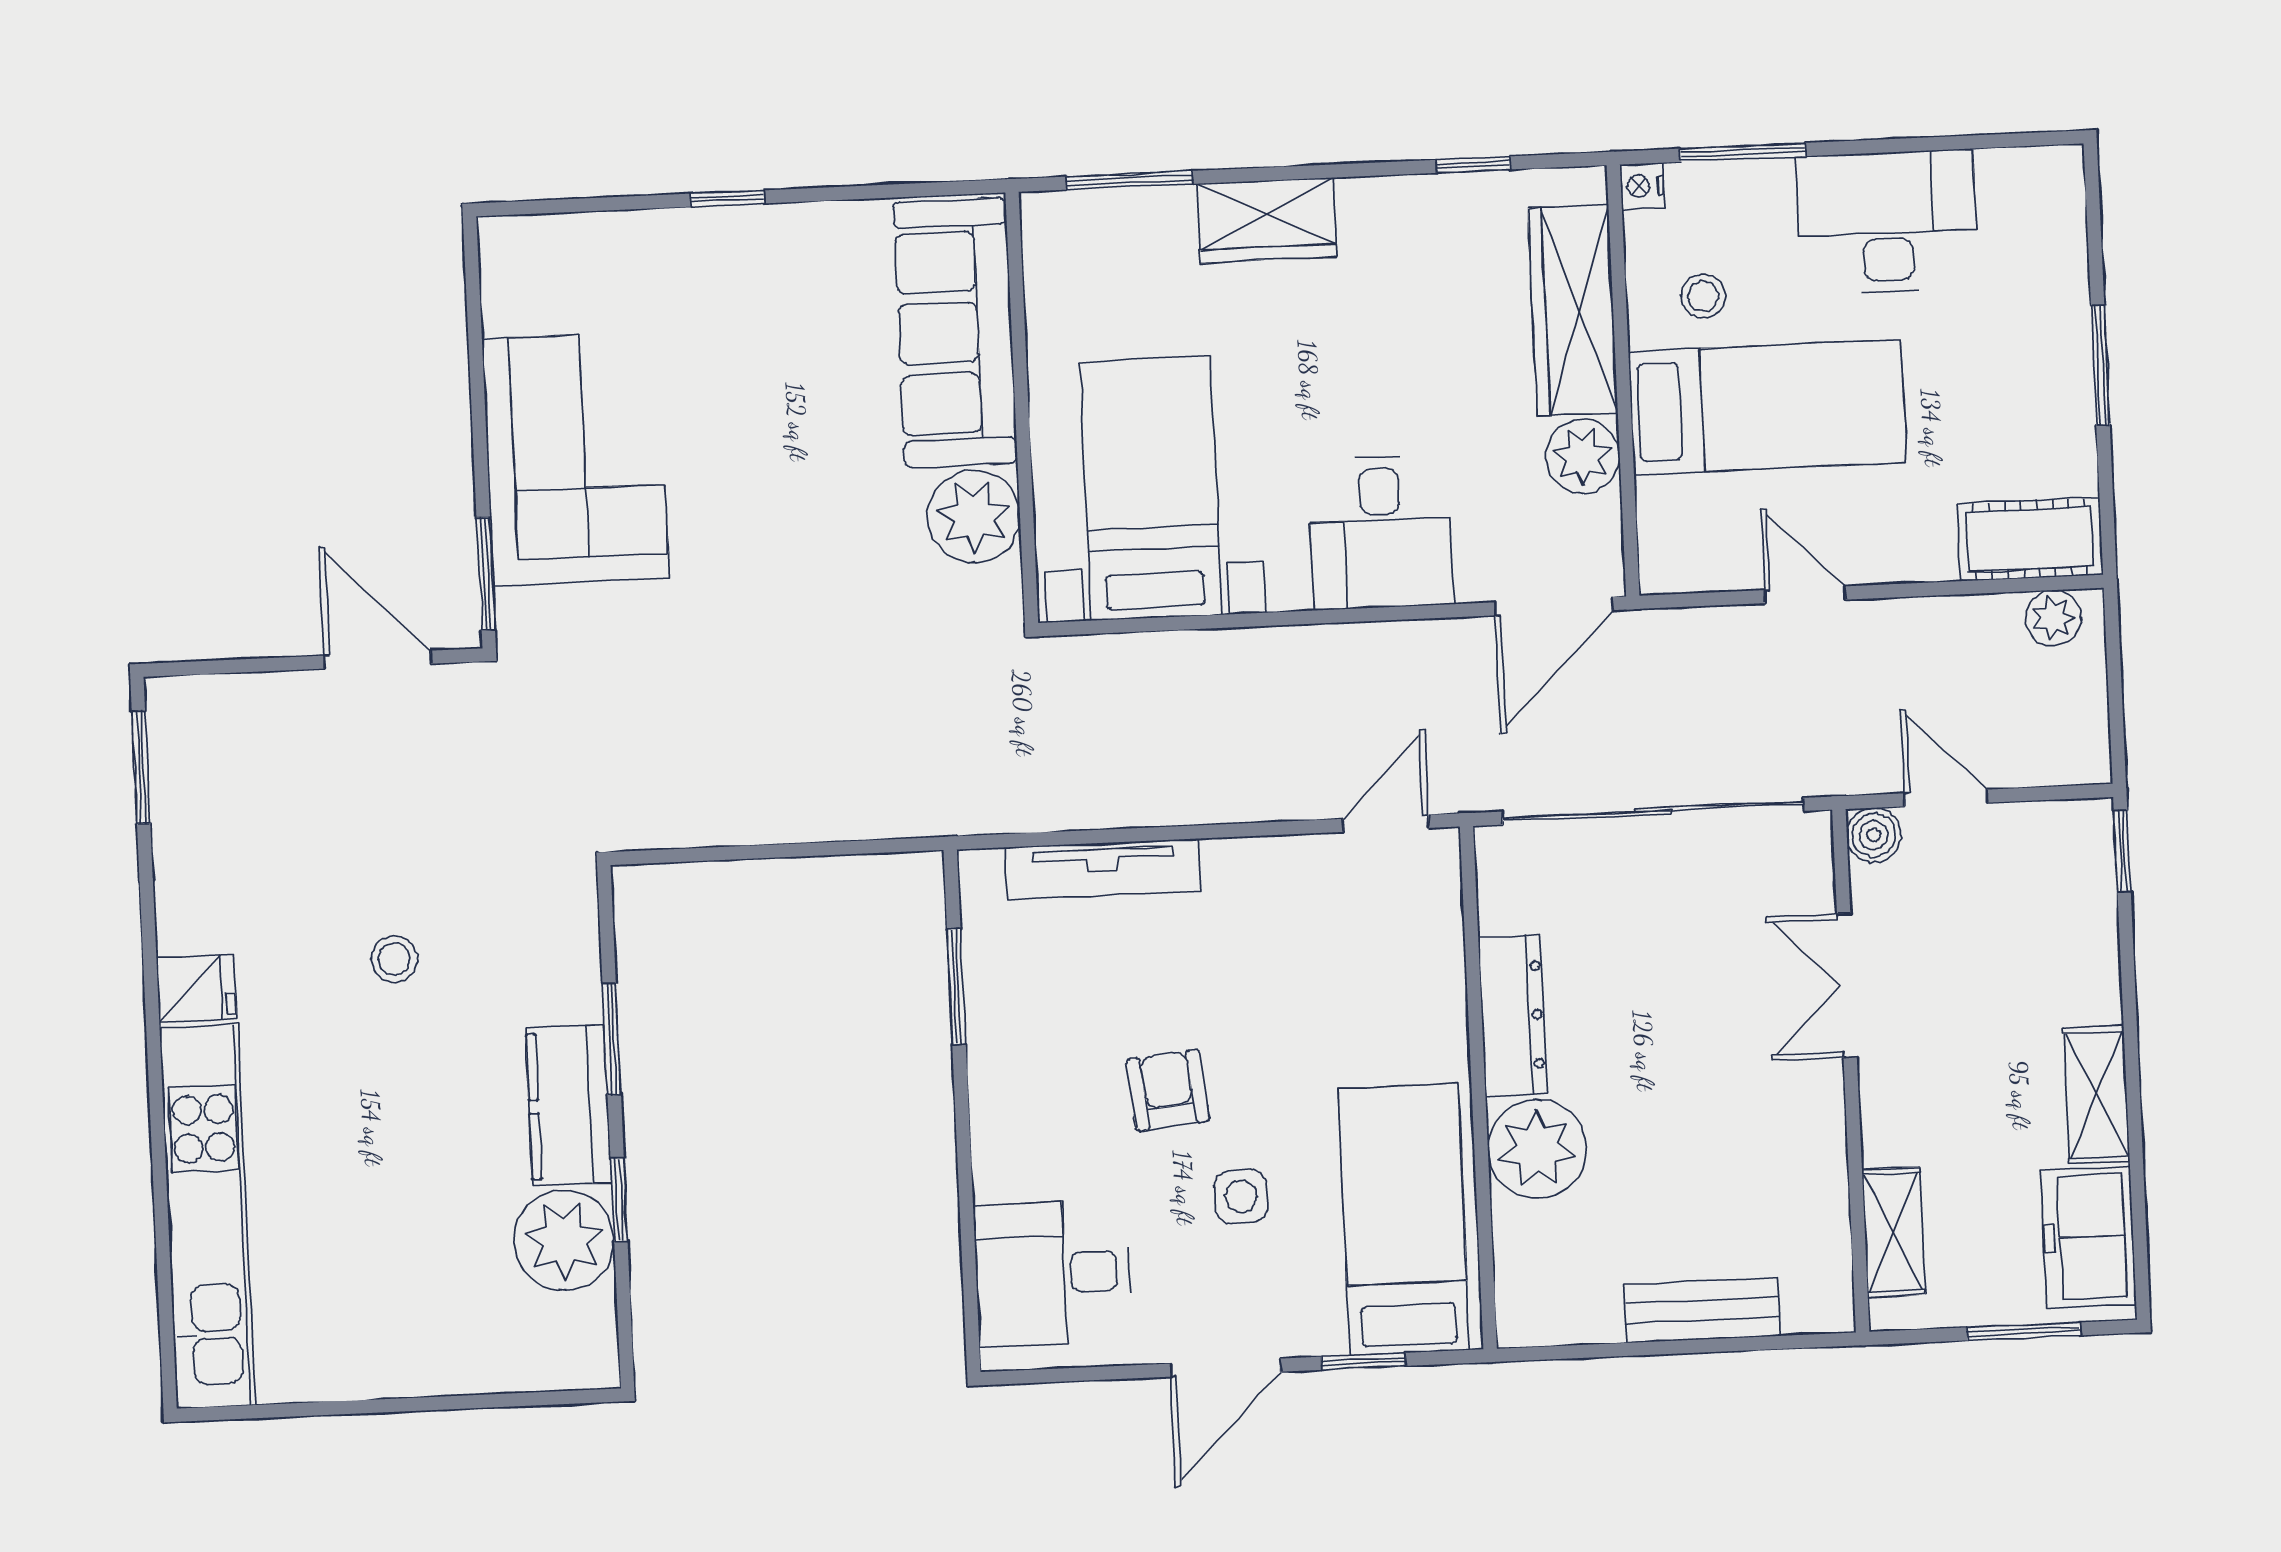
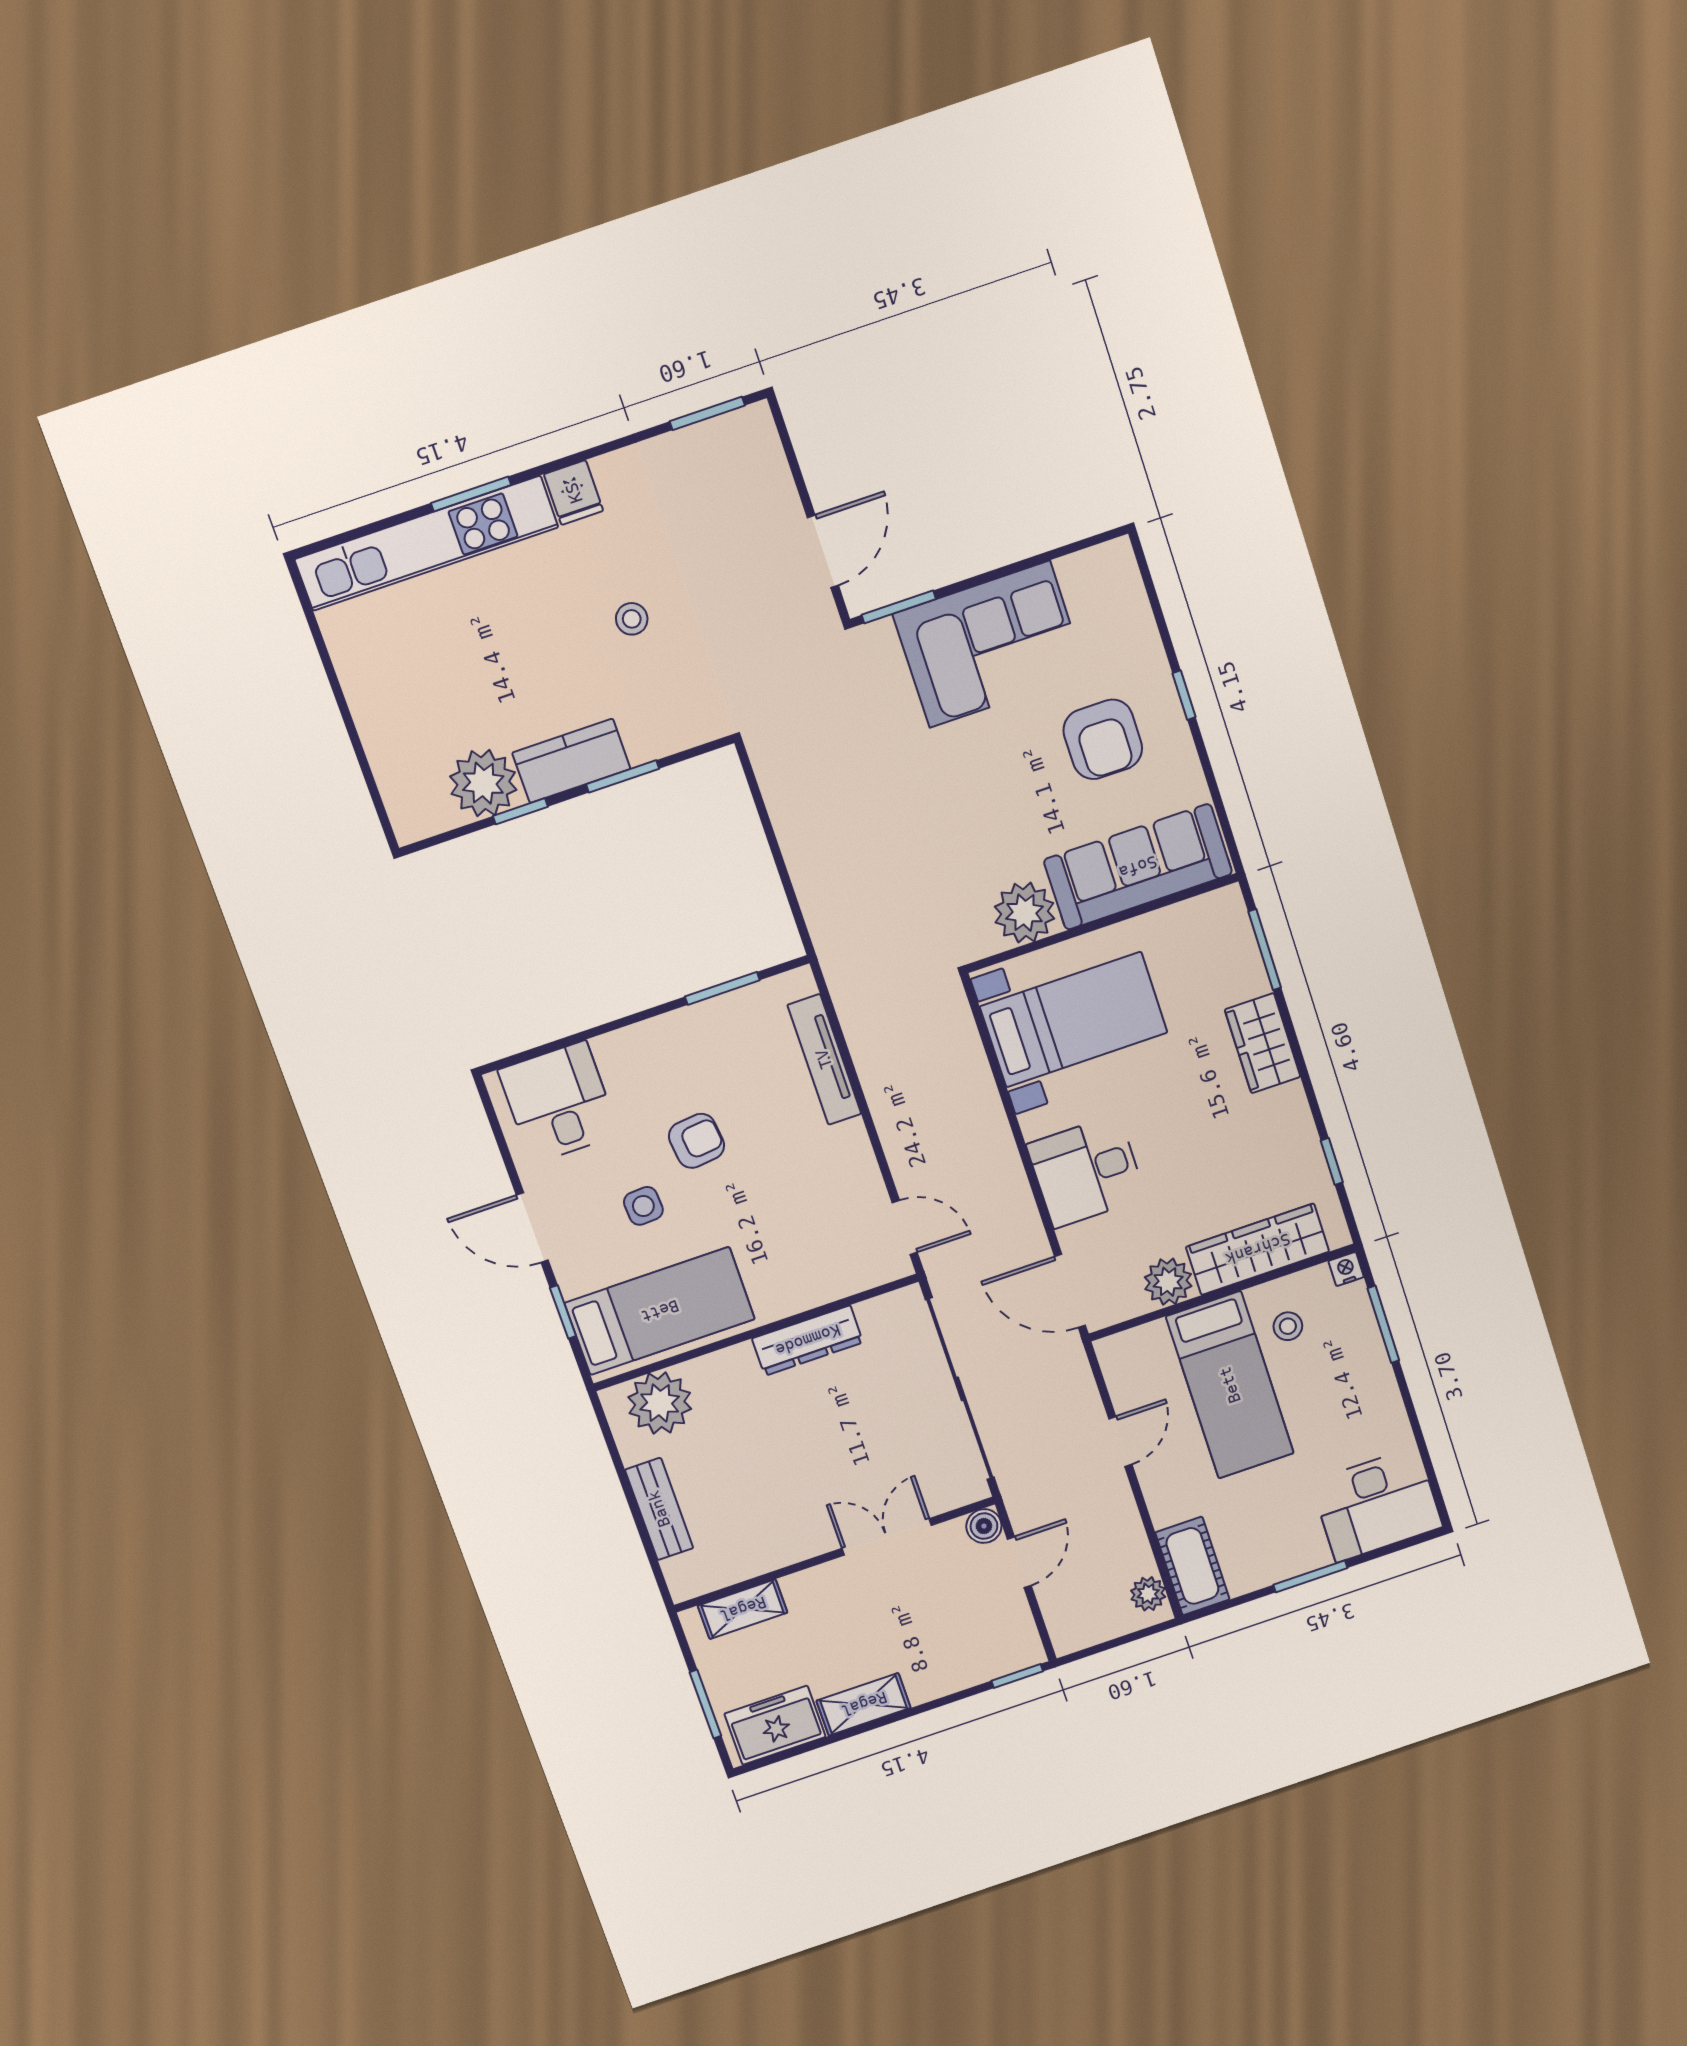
desk: (1887, 222) -> (1377, 1504), moved, turned 90
armchair: (757, 333) -> (1103, 739), added
window: (158, 1133) -> (471, 494), added
plant: (1537, 1149) -> (660, 1403), moved

